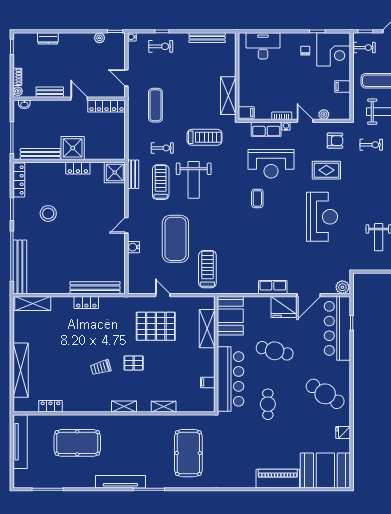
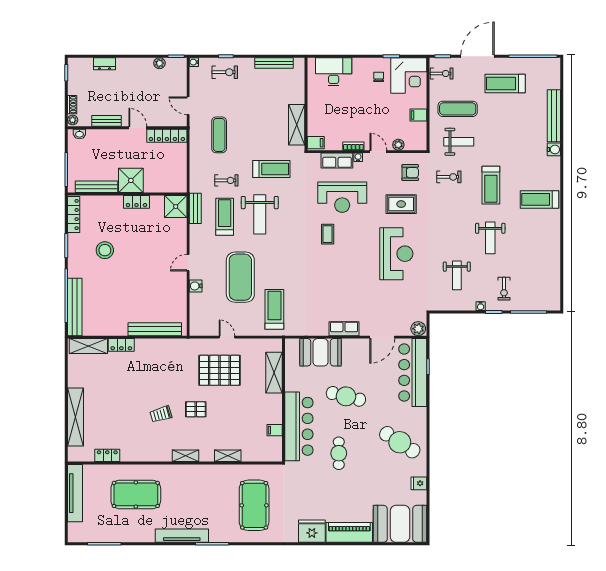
locker: (86, 303) -> (121, 345), moved
fridge: (284, 307) -> (312, 531), moved, turned 180
booth: (230, 316) -> (321, 352), moved, turned 90

